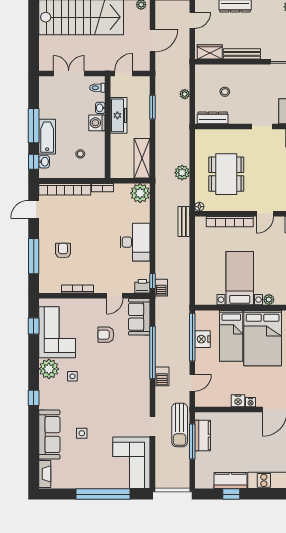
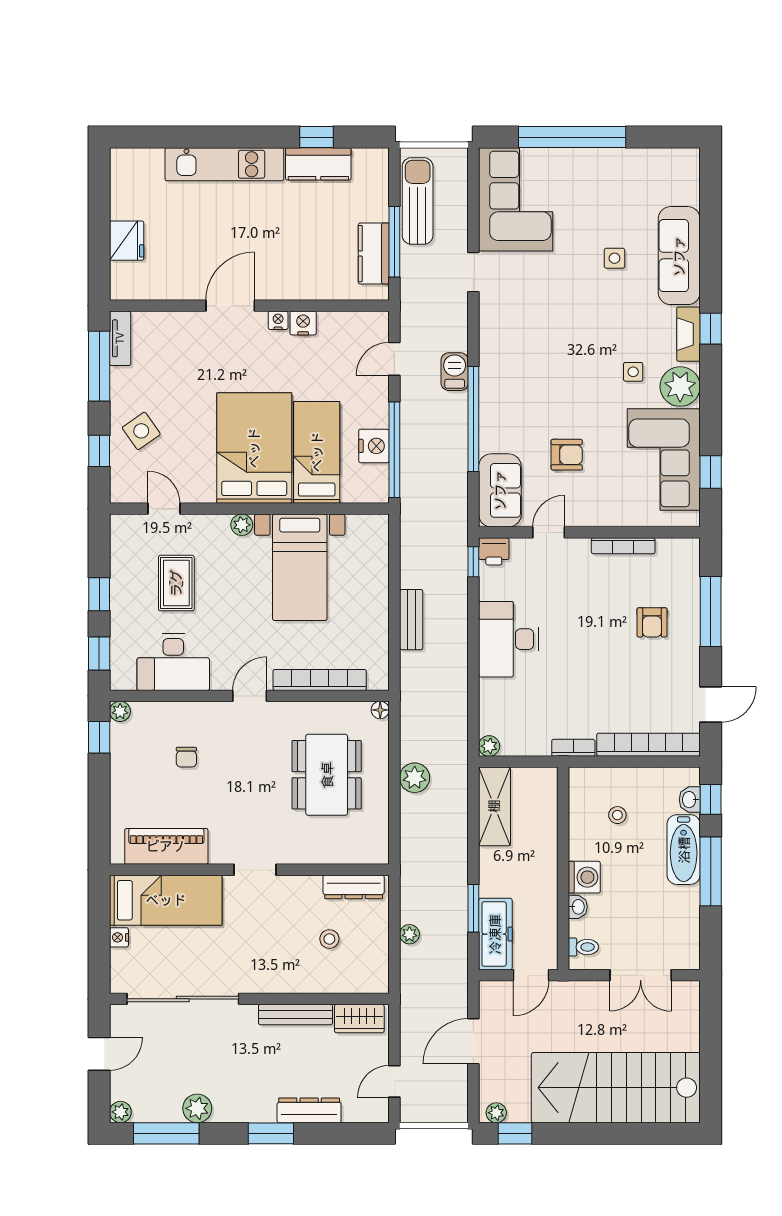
freezer: (119, 115) -> (495, 934), moved, turned 180
plant: (140, 193) -> (489, 746), width x0.53, depth x0.53
bench: (184, 221) -> (411, 620), moved
barbecue: (161, 288) -> (456, 548), removed
sun lounger: (180, 425) -> (418, 201), moved
fireplace: (45, 474) -> (688, 334), moved

